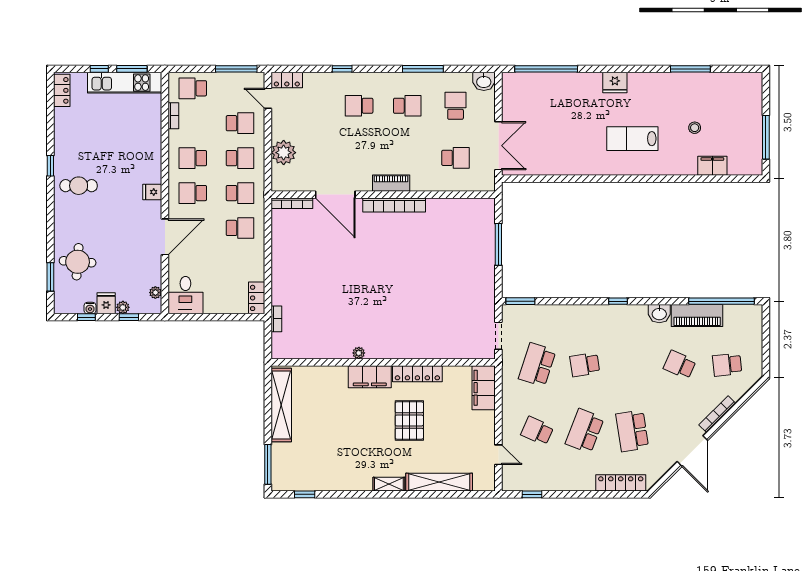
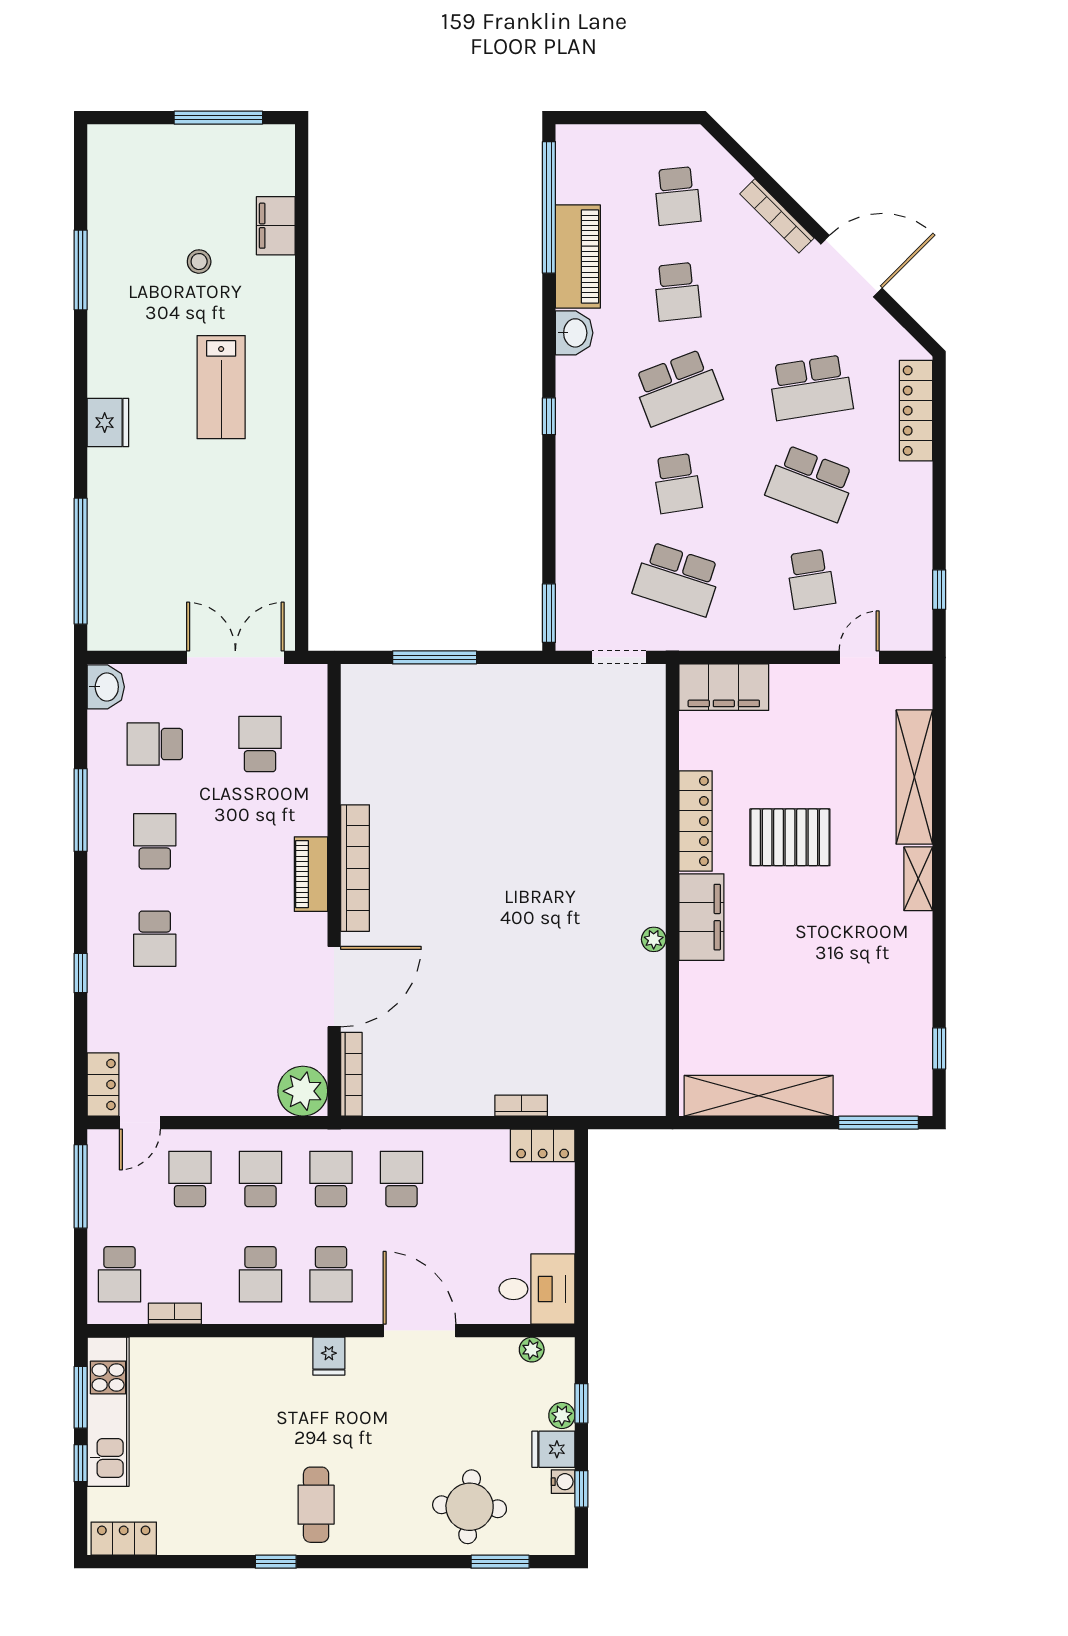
plant: (284, 153) -> (303, 1091), moved
bookcase: (276, 319) -> (521, 1106), moved
school desk: (632, 365) -> (677, 388), added
school desk: (680, 365) -> (677, 292), turned -30
school desk: (537, 431) -> (811, 579), turned -33

